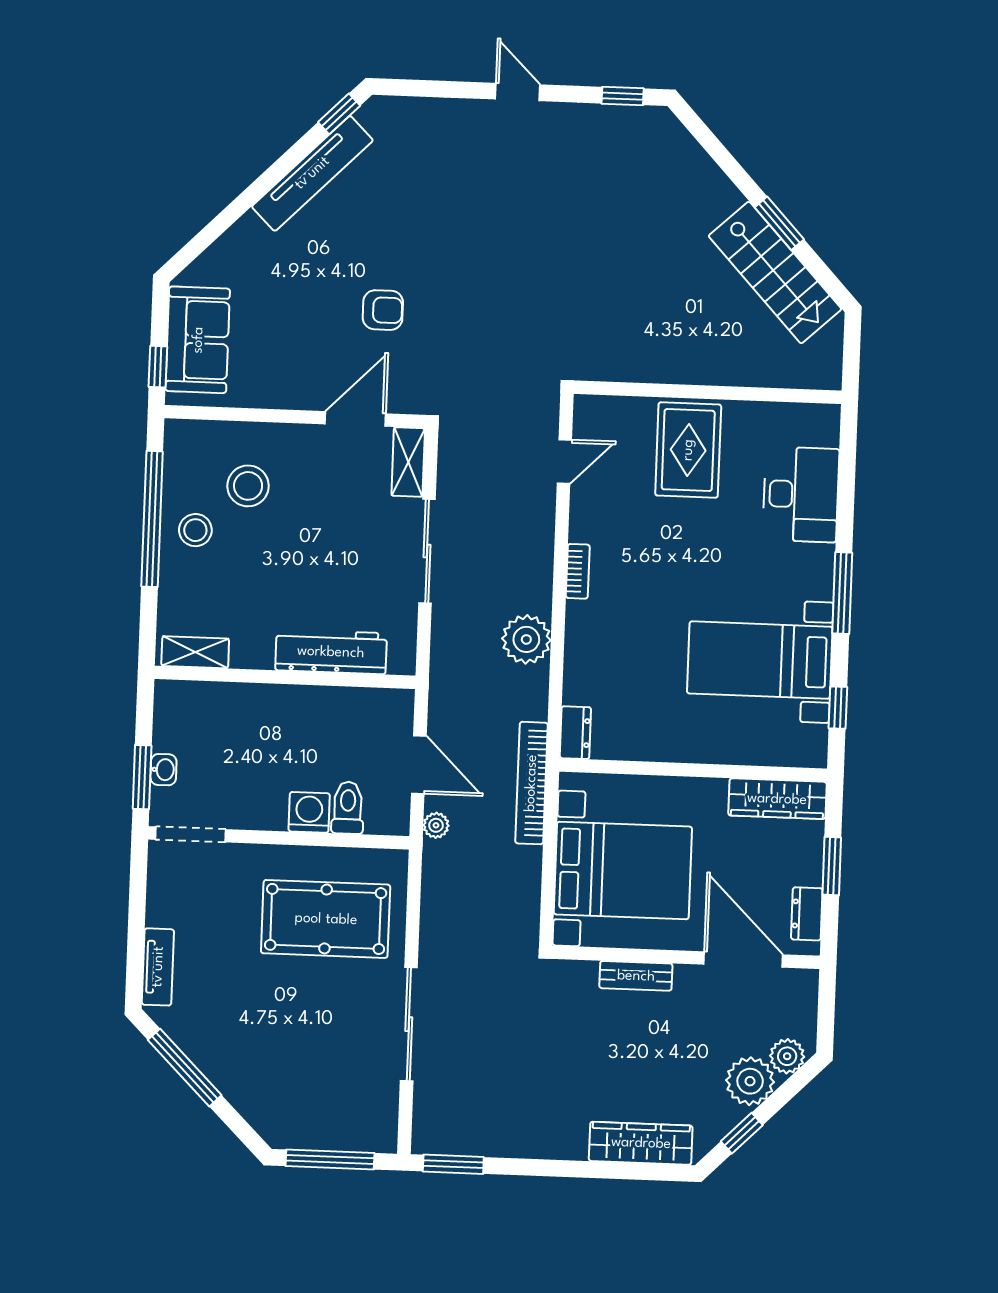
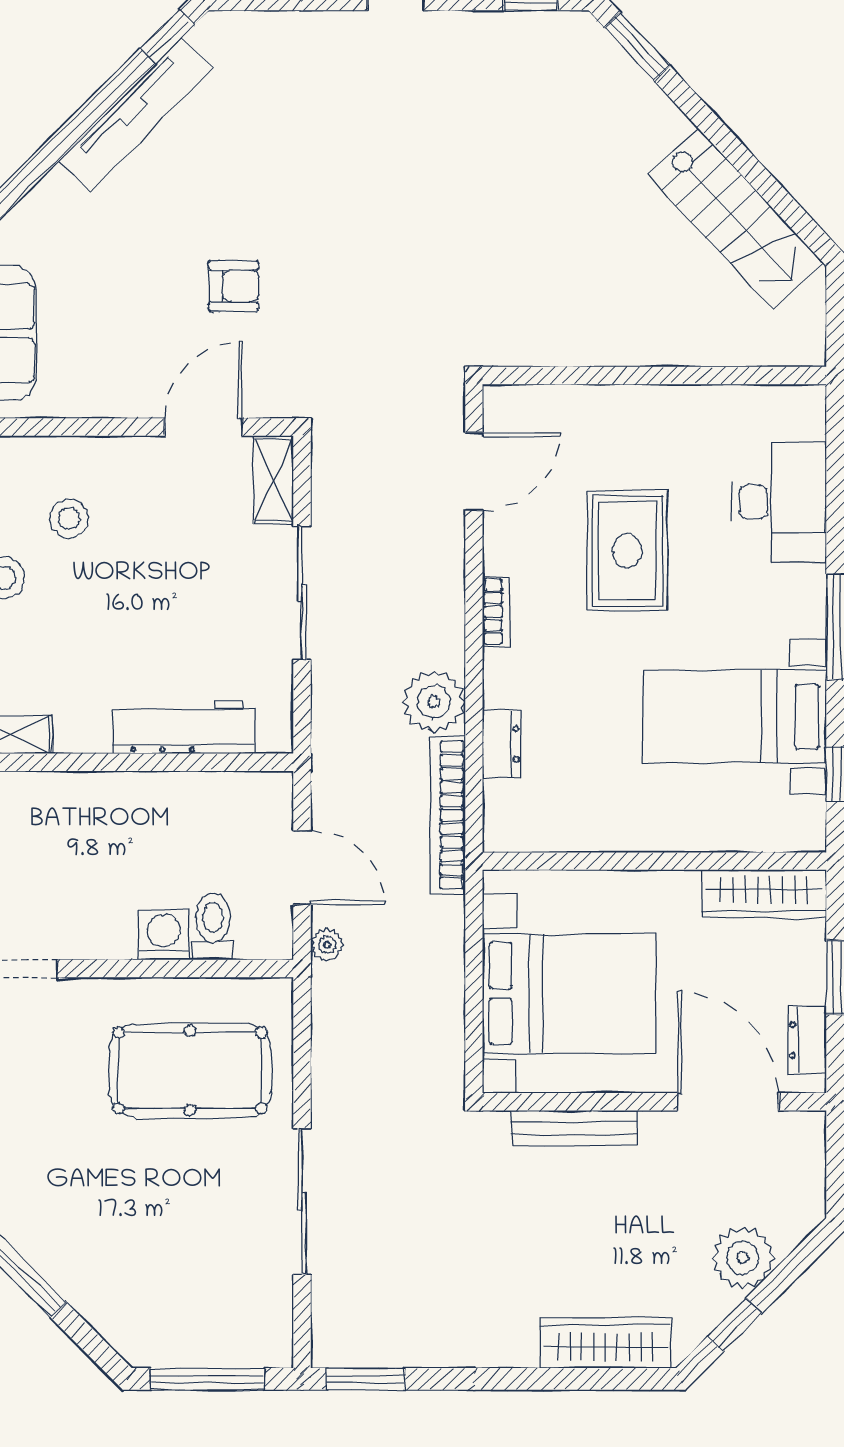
window: (779, 223) -> (637, 47), moved
rug: (688, 450) -> (627, 551), moved
door: (564, 461) -> (474, 471), width x1.38
stool: (248, 486) -> (69, 518), width x0.73, depth x0.73
dresser: (575, 733) -> (501, 744), moved
bookcase: (531, 783) -> (448, 815), moved
bench: (636, 976) -> (574, 1128), width x1.36
plant: (787, 1056) -> (789, 1224), removed

